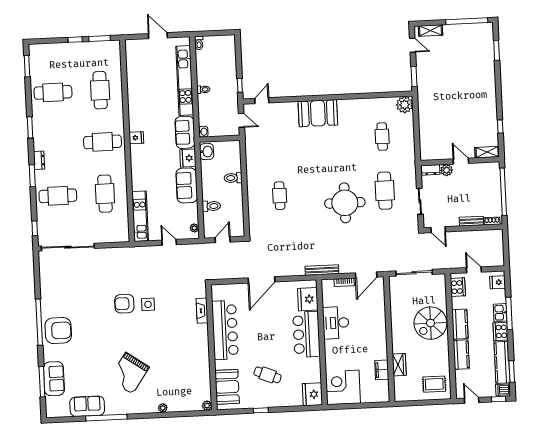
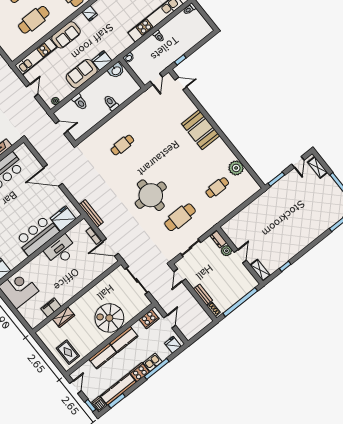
plant: (405, 105) -> (236, 168), moved
sofa: (185, 132) -> (66, 35), moved, turned 180

